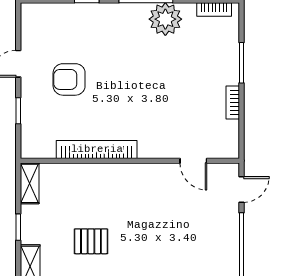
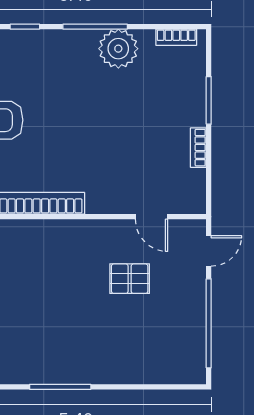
pallet: (91, 241) -> (130, 279), moved

